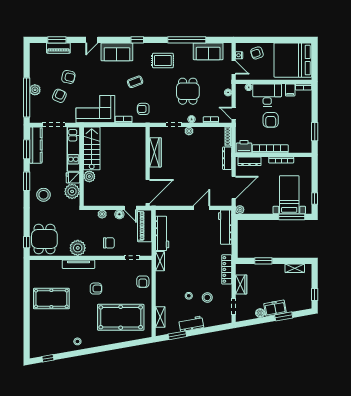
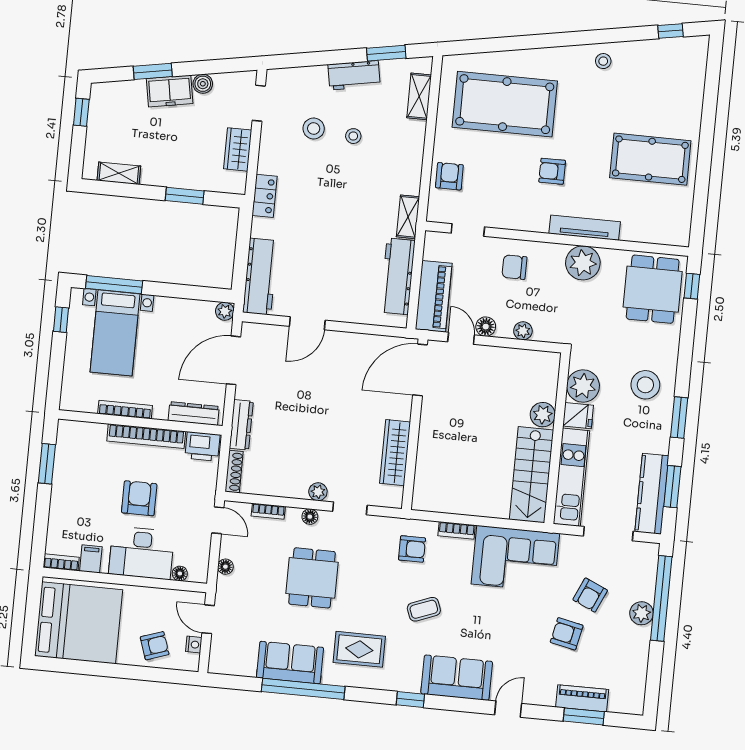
sofa: (208, 51) -> (290, 663), moved
locker: (227, 269) -> (265, 196), width x0.66

